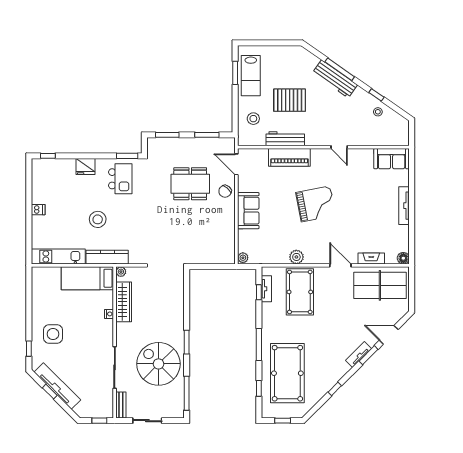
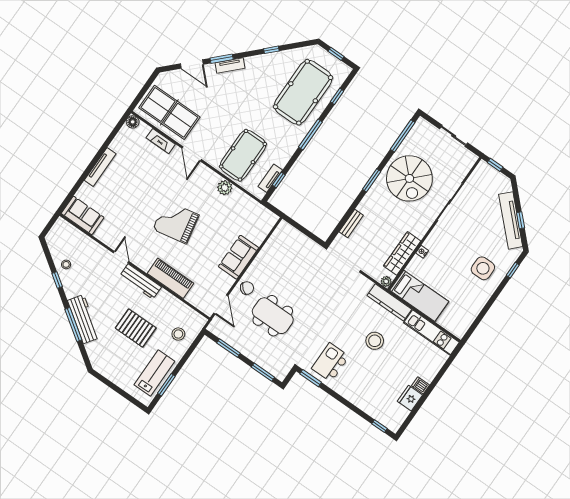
workbench: (285, 139) -> (140, 282), moved
fridge: (85, 166) -> (410, 398), moved, turned -90
plant: (243, 258) -> (272, 220), removed
bench: (121, 405) -> (351, 224), moved

